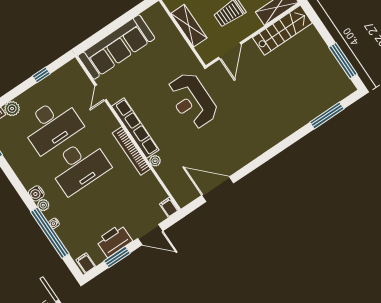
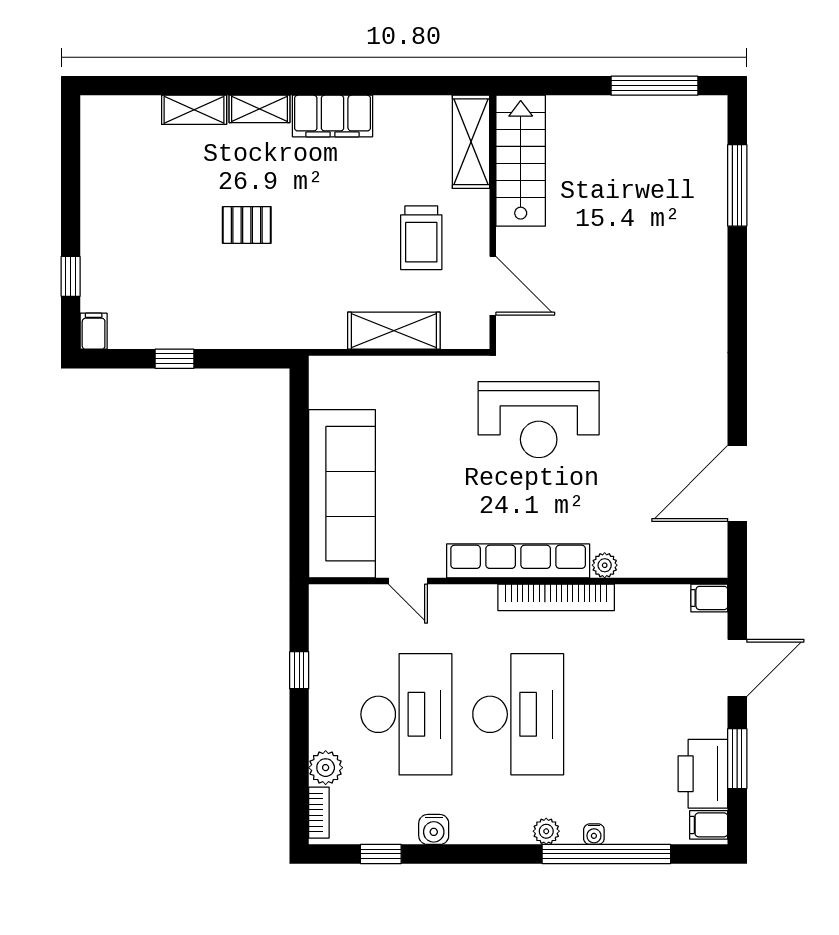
water cooler: (36, 193) -> (434, 829), moved
printer: (114, 241) -> (703, 774), moved

